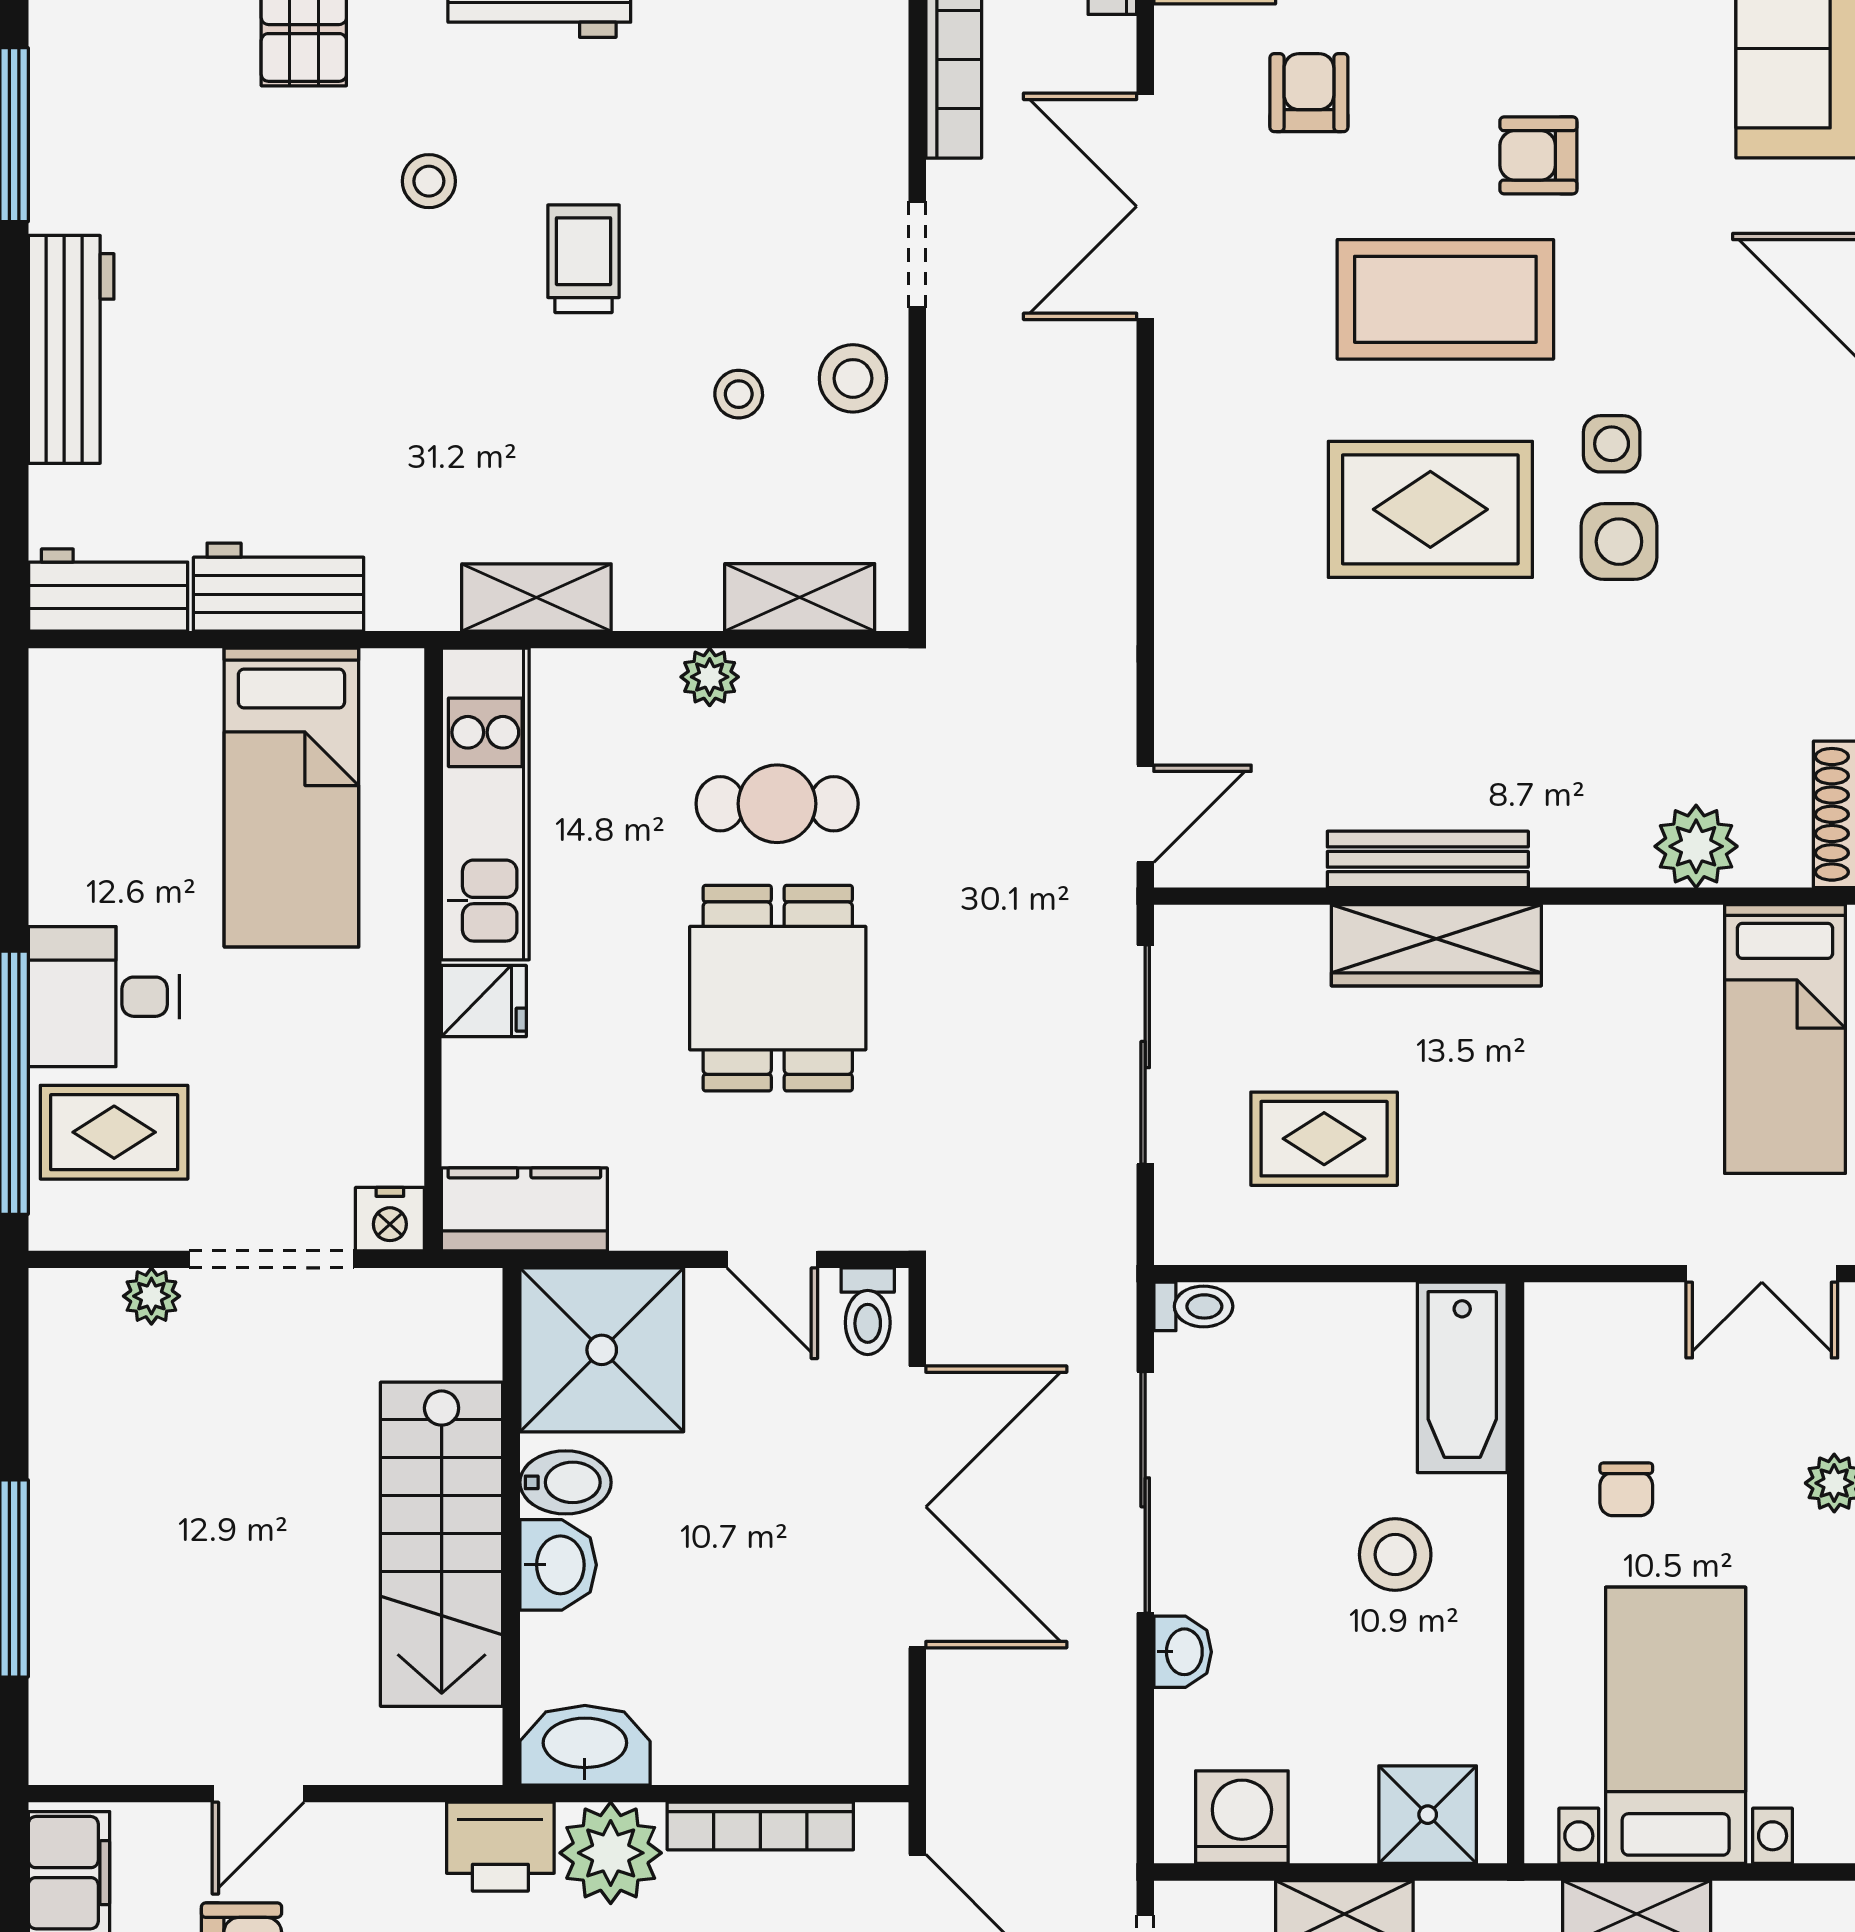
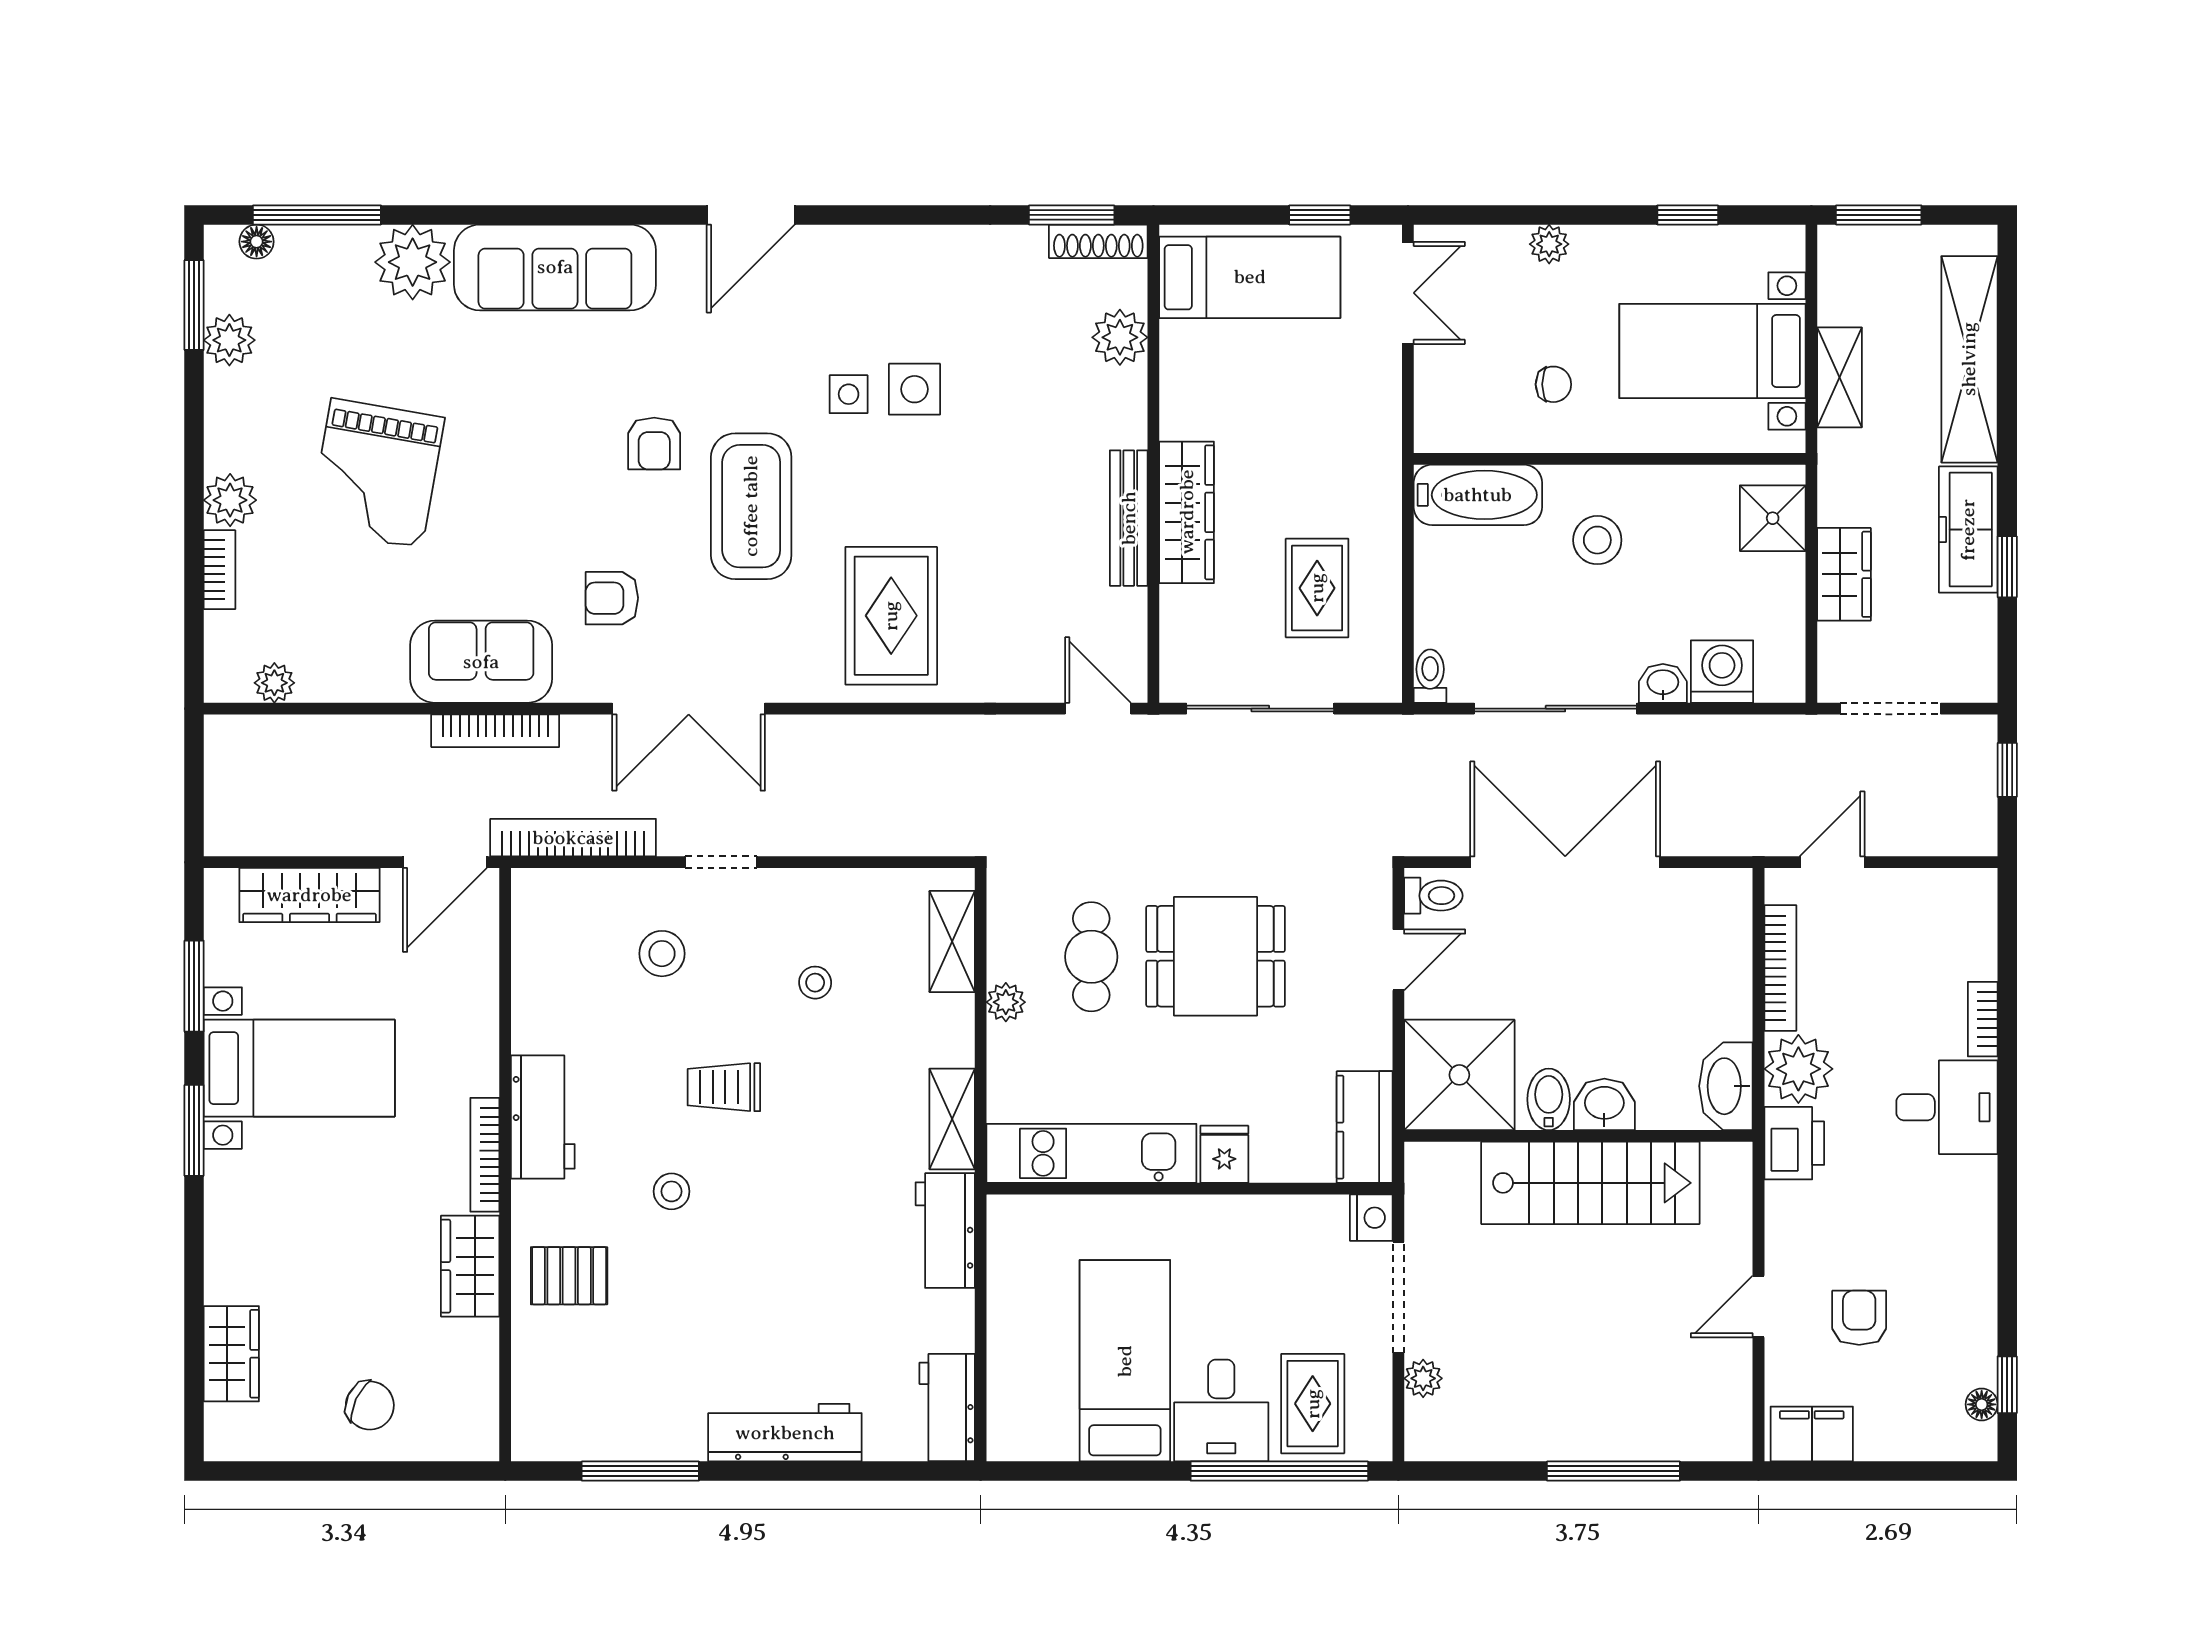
stool: (853, 378) -> (662, 954), moved
rug: (1430, 509) -> (891, 616), moved
workbench: (279, 587) -> (945, 1231), moved
bed: (291, 798) -> (1125, 1361), moved, turned -90
door: (258, 1794) -> (1758, 1307), swing flipped
washing machine: (1242, 1817) -> (1722, 672), moved, turned 90

